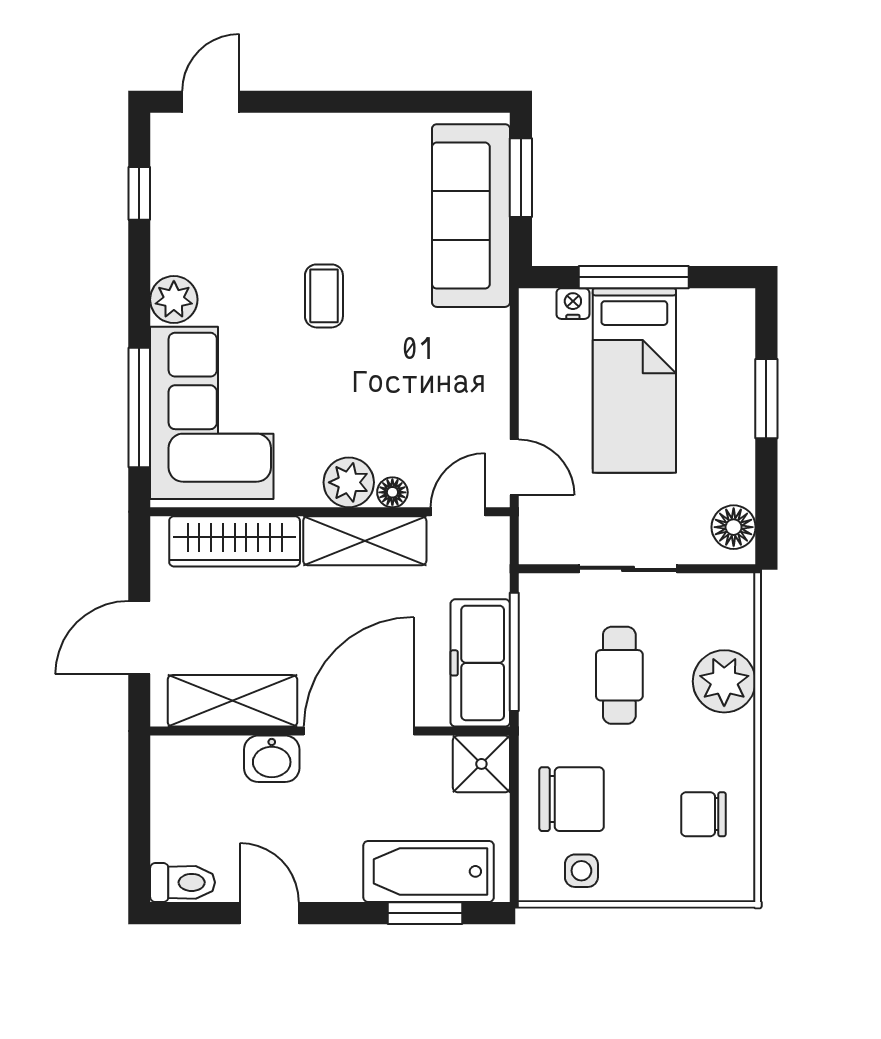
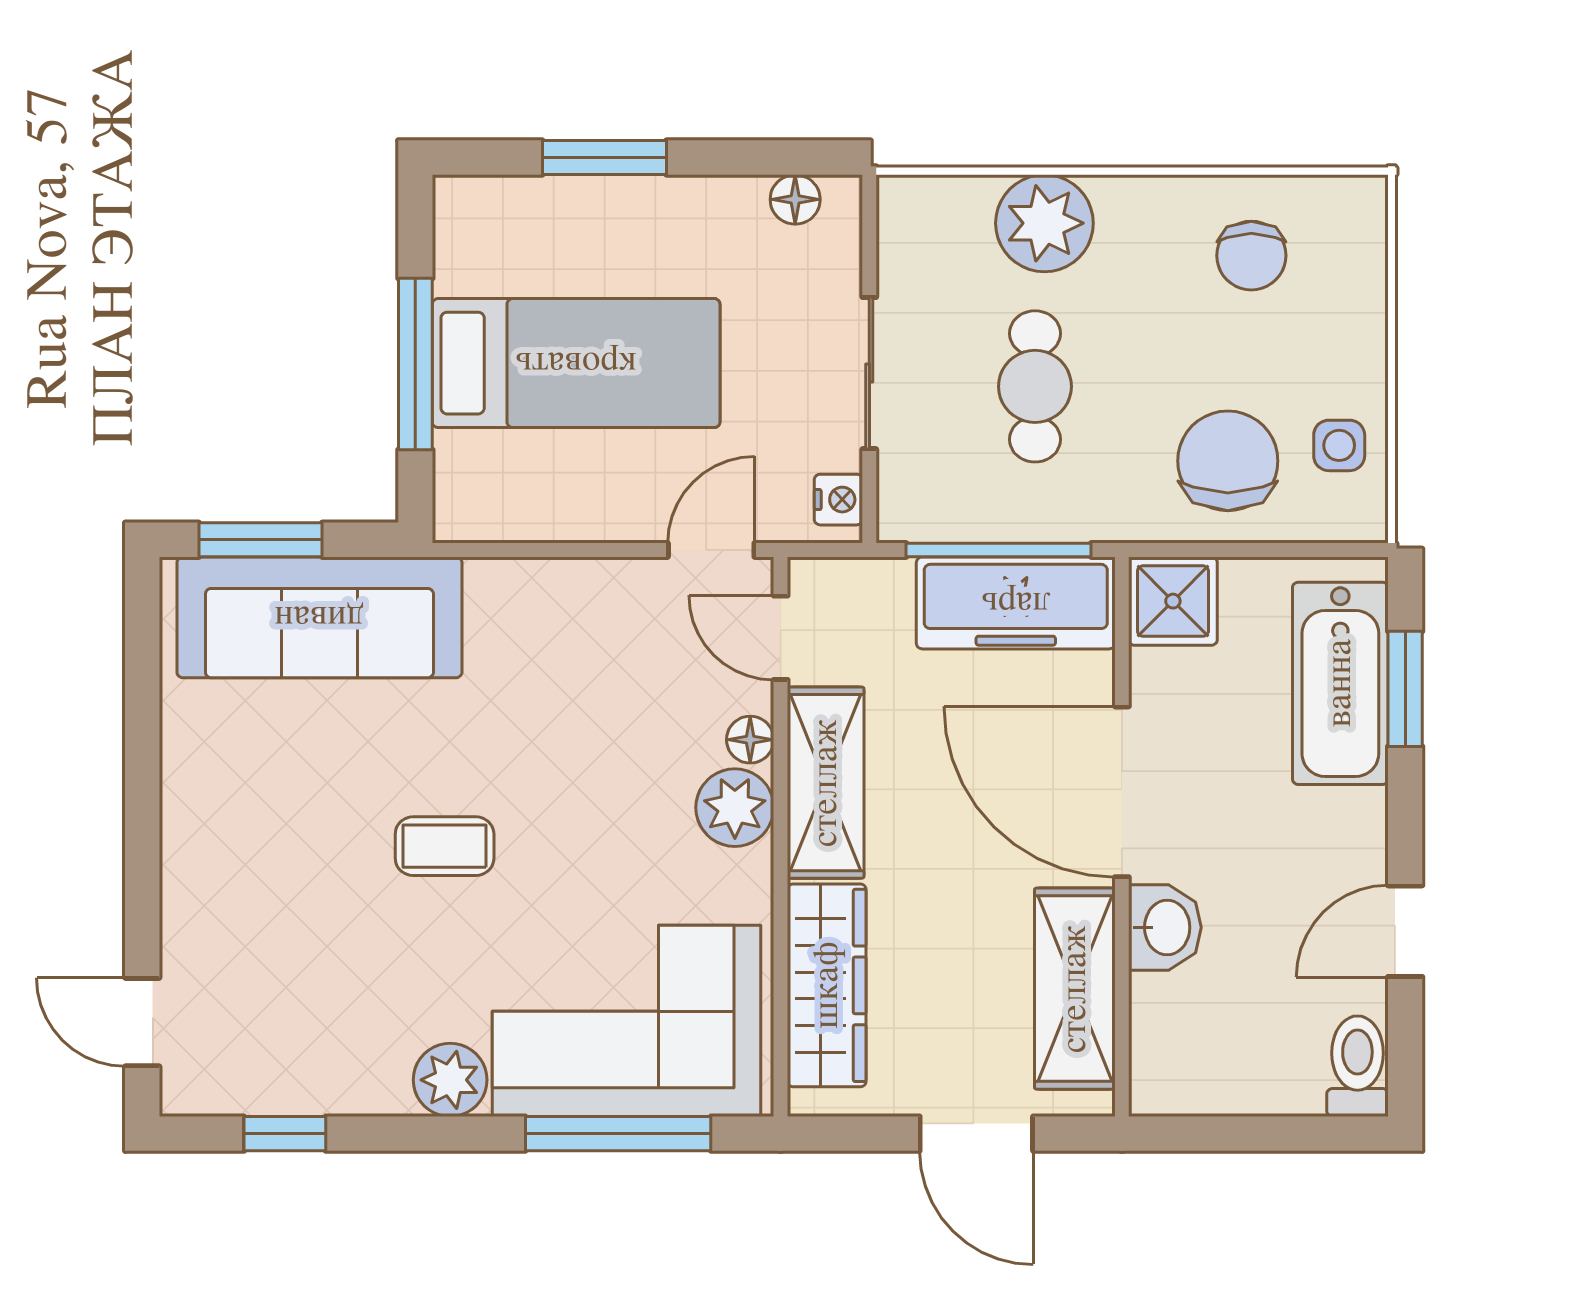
nightstand: (573, 304) -> (838, 500), moved, turned 180
floor lamp: (734, 527) -> (795, 199), width x0.73, depth x0.73
cafe table: (619, 675) -> (1035, 386), turned 90

